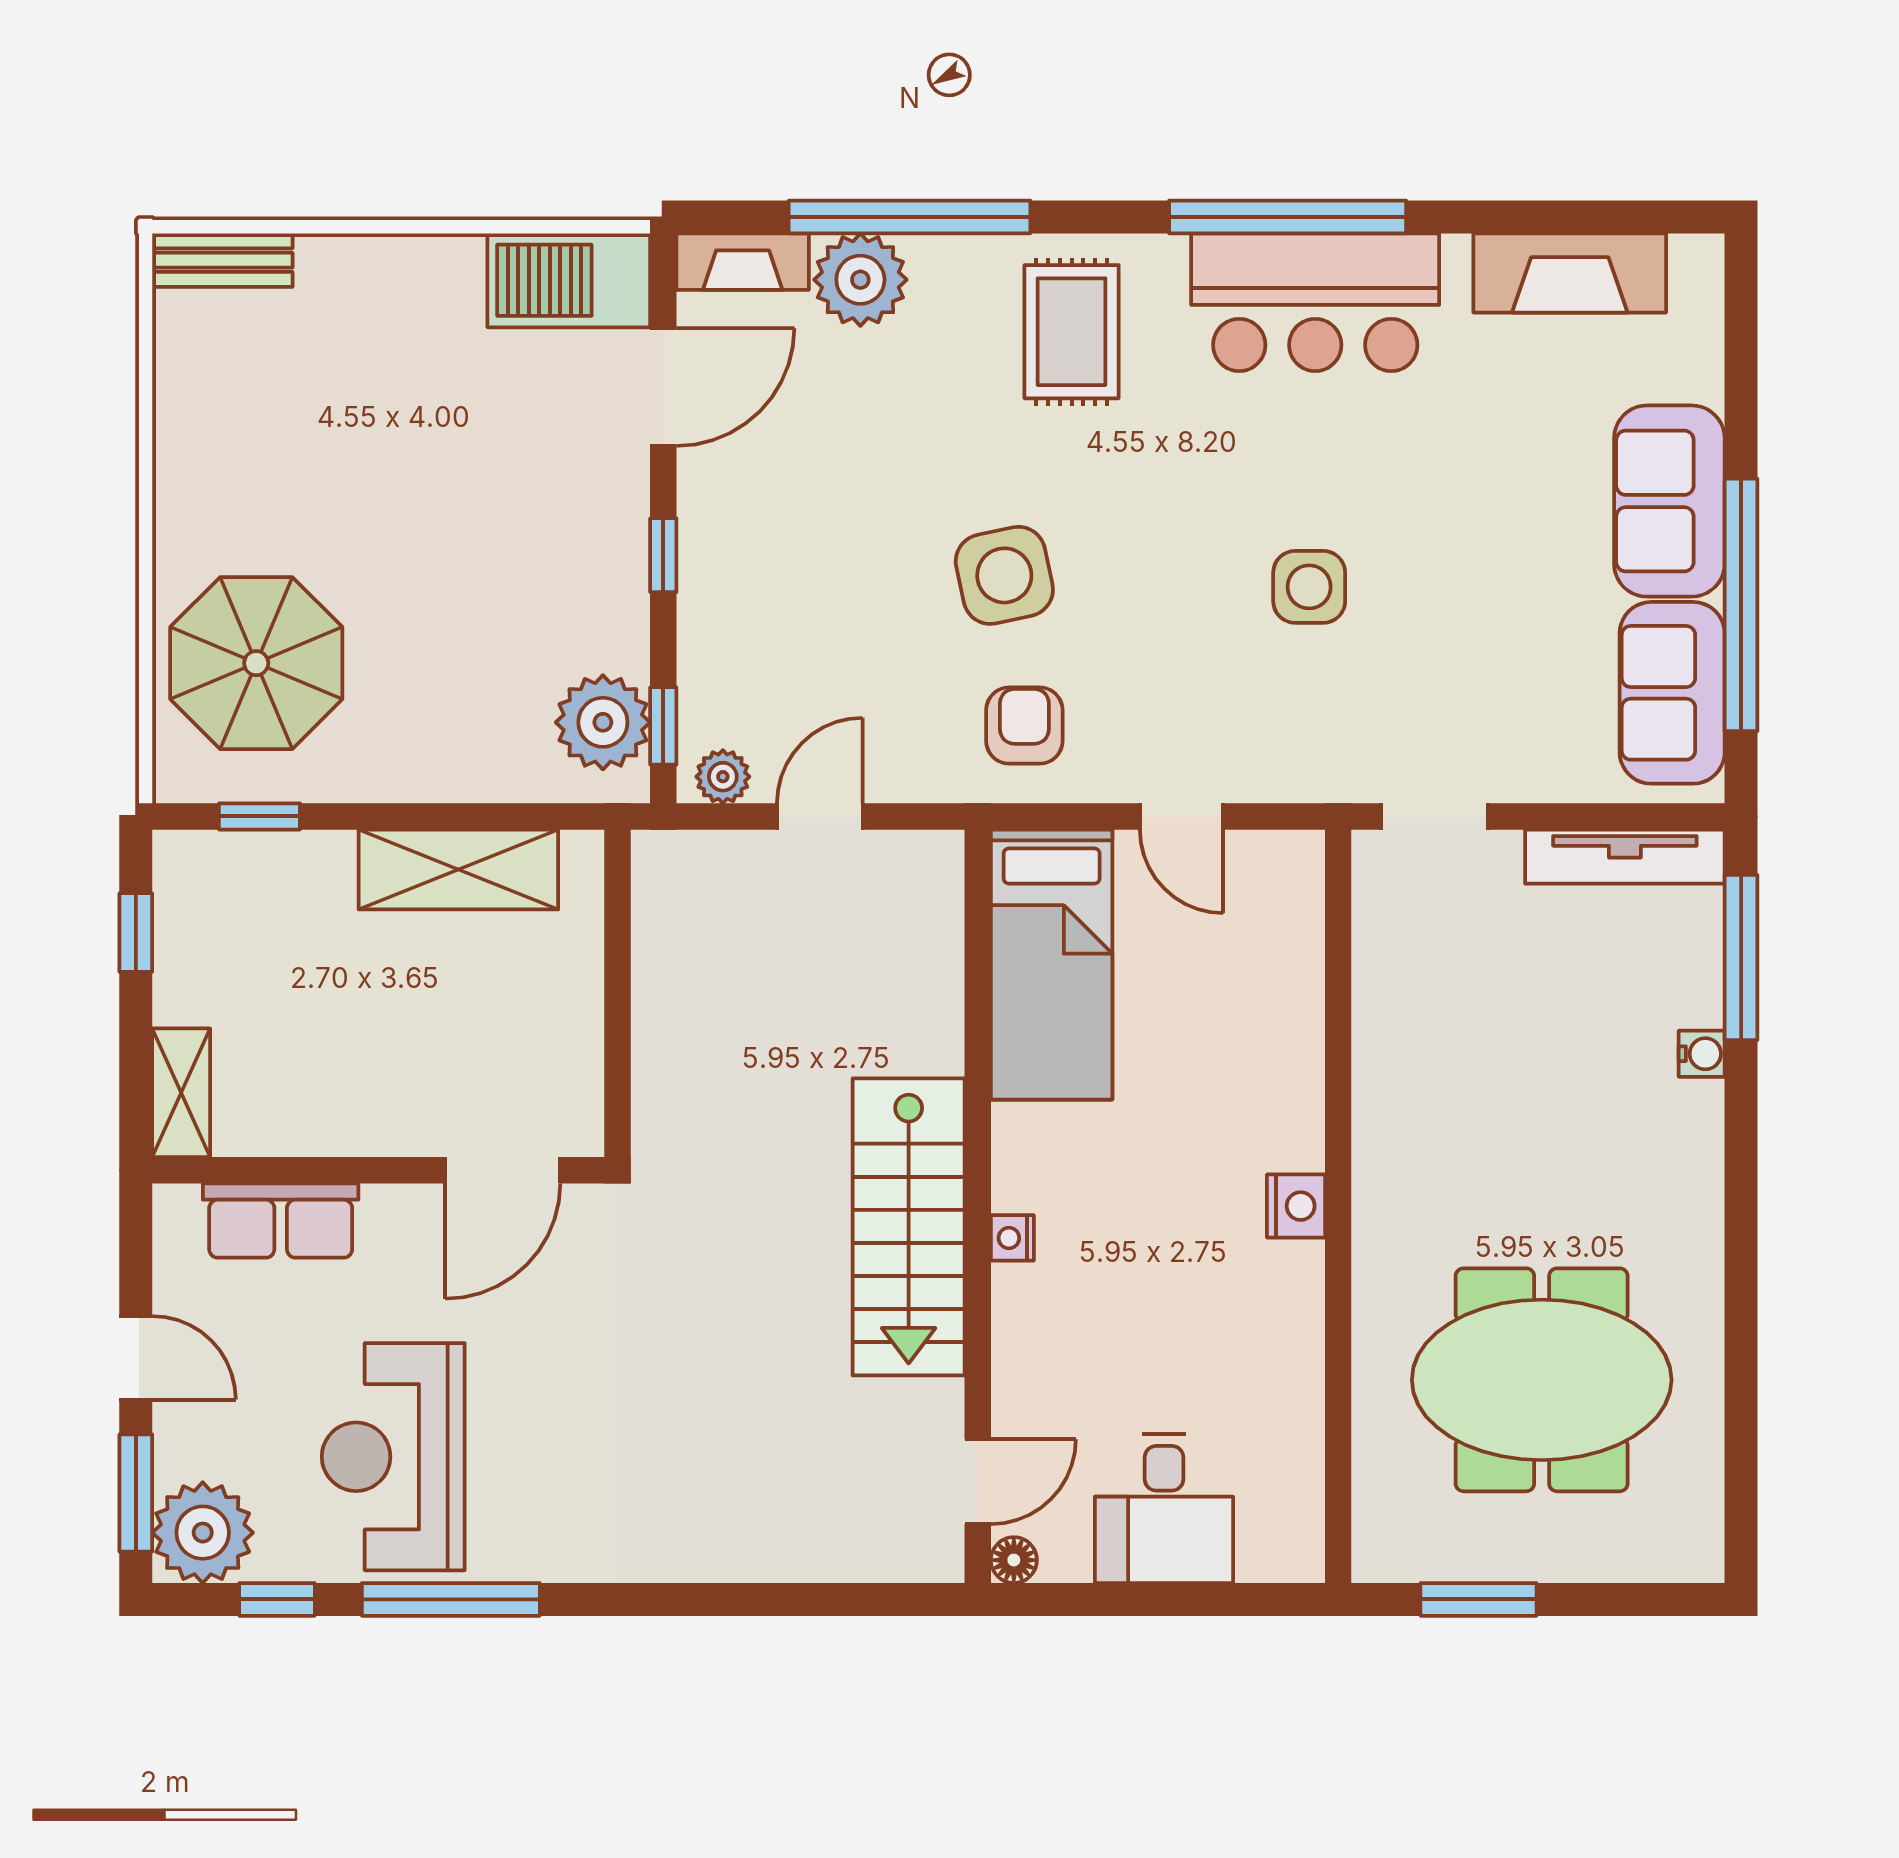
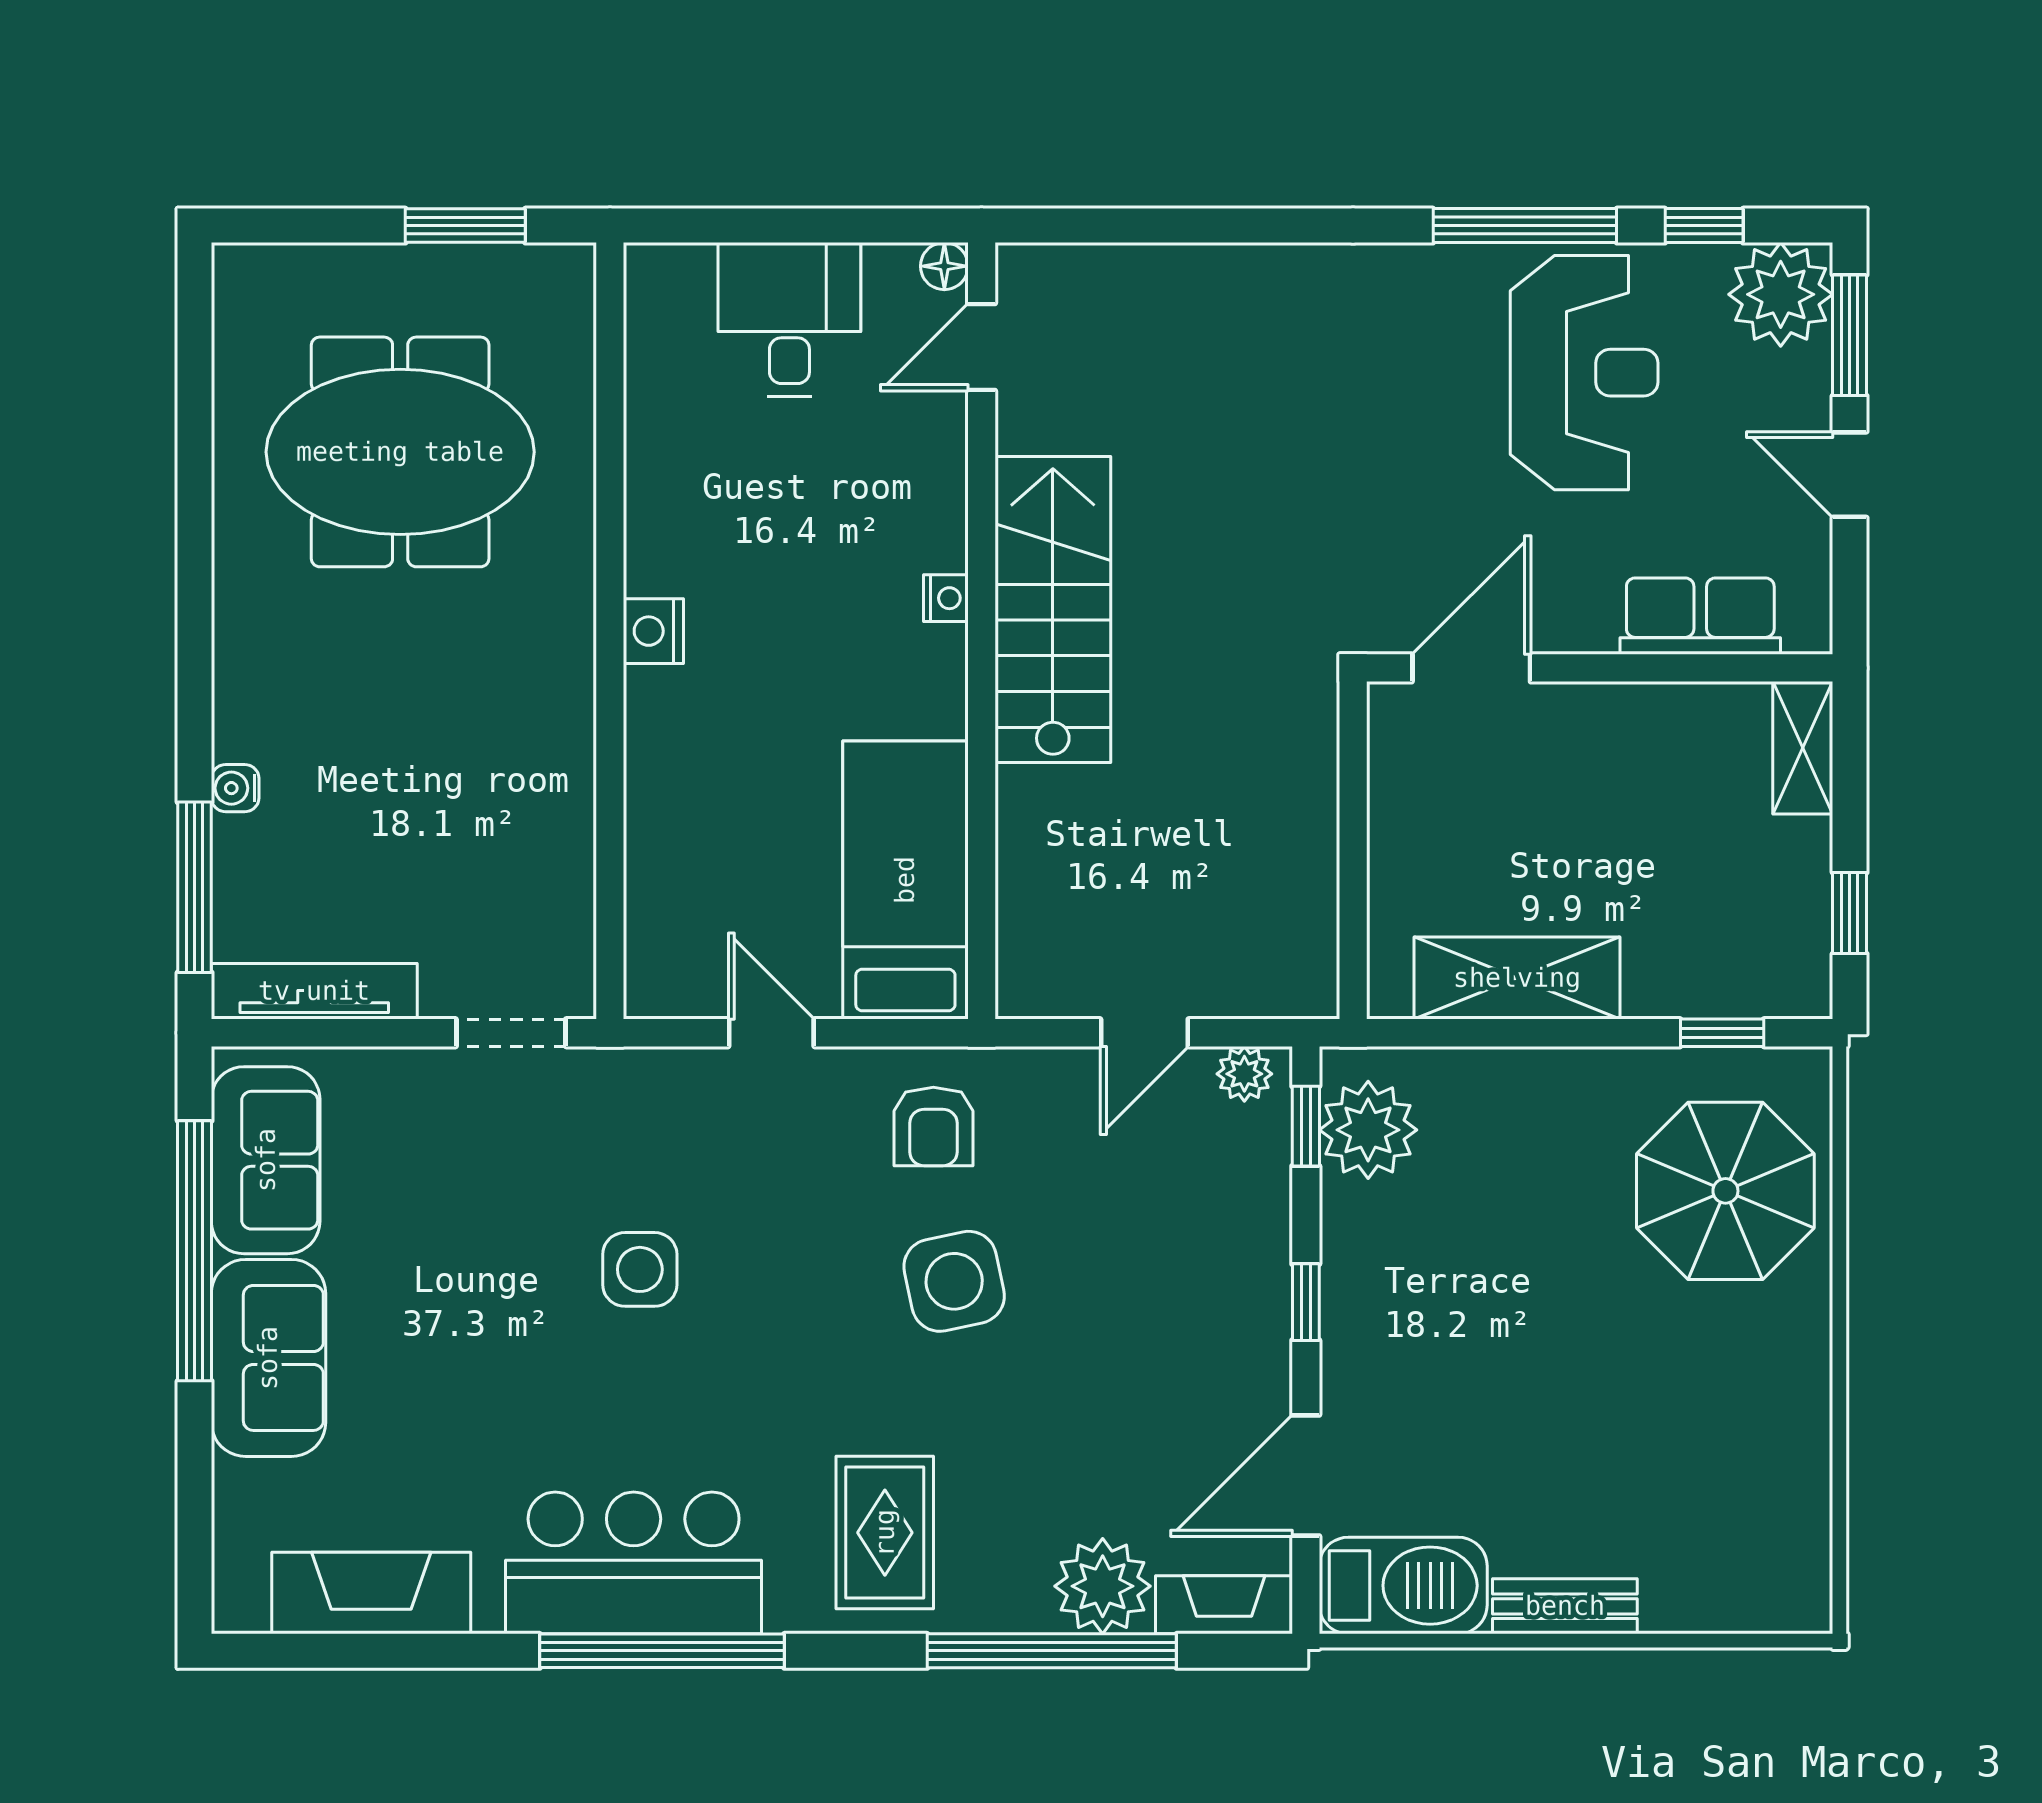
bench: (222, 260) -> (1565, 1606), moved

